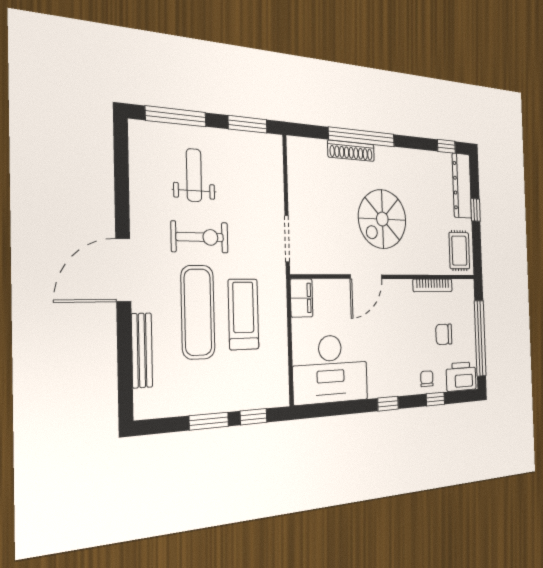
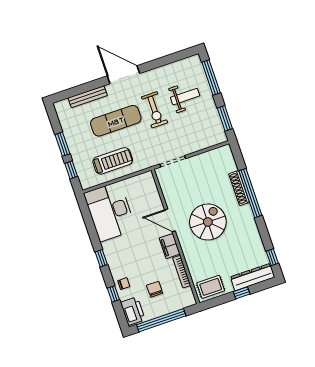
spiral stairs: (382, 219) -> (208, 222), turned 90
filing cabinet: (301, 298) -> (170, 246), moved, turned 90
treadmill: (243, 314) -> (113, 161), moved

